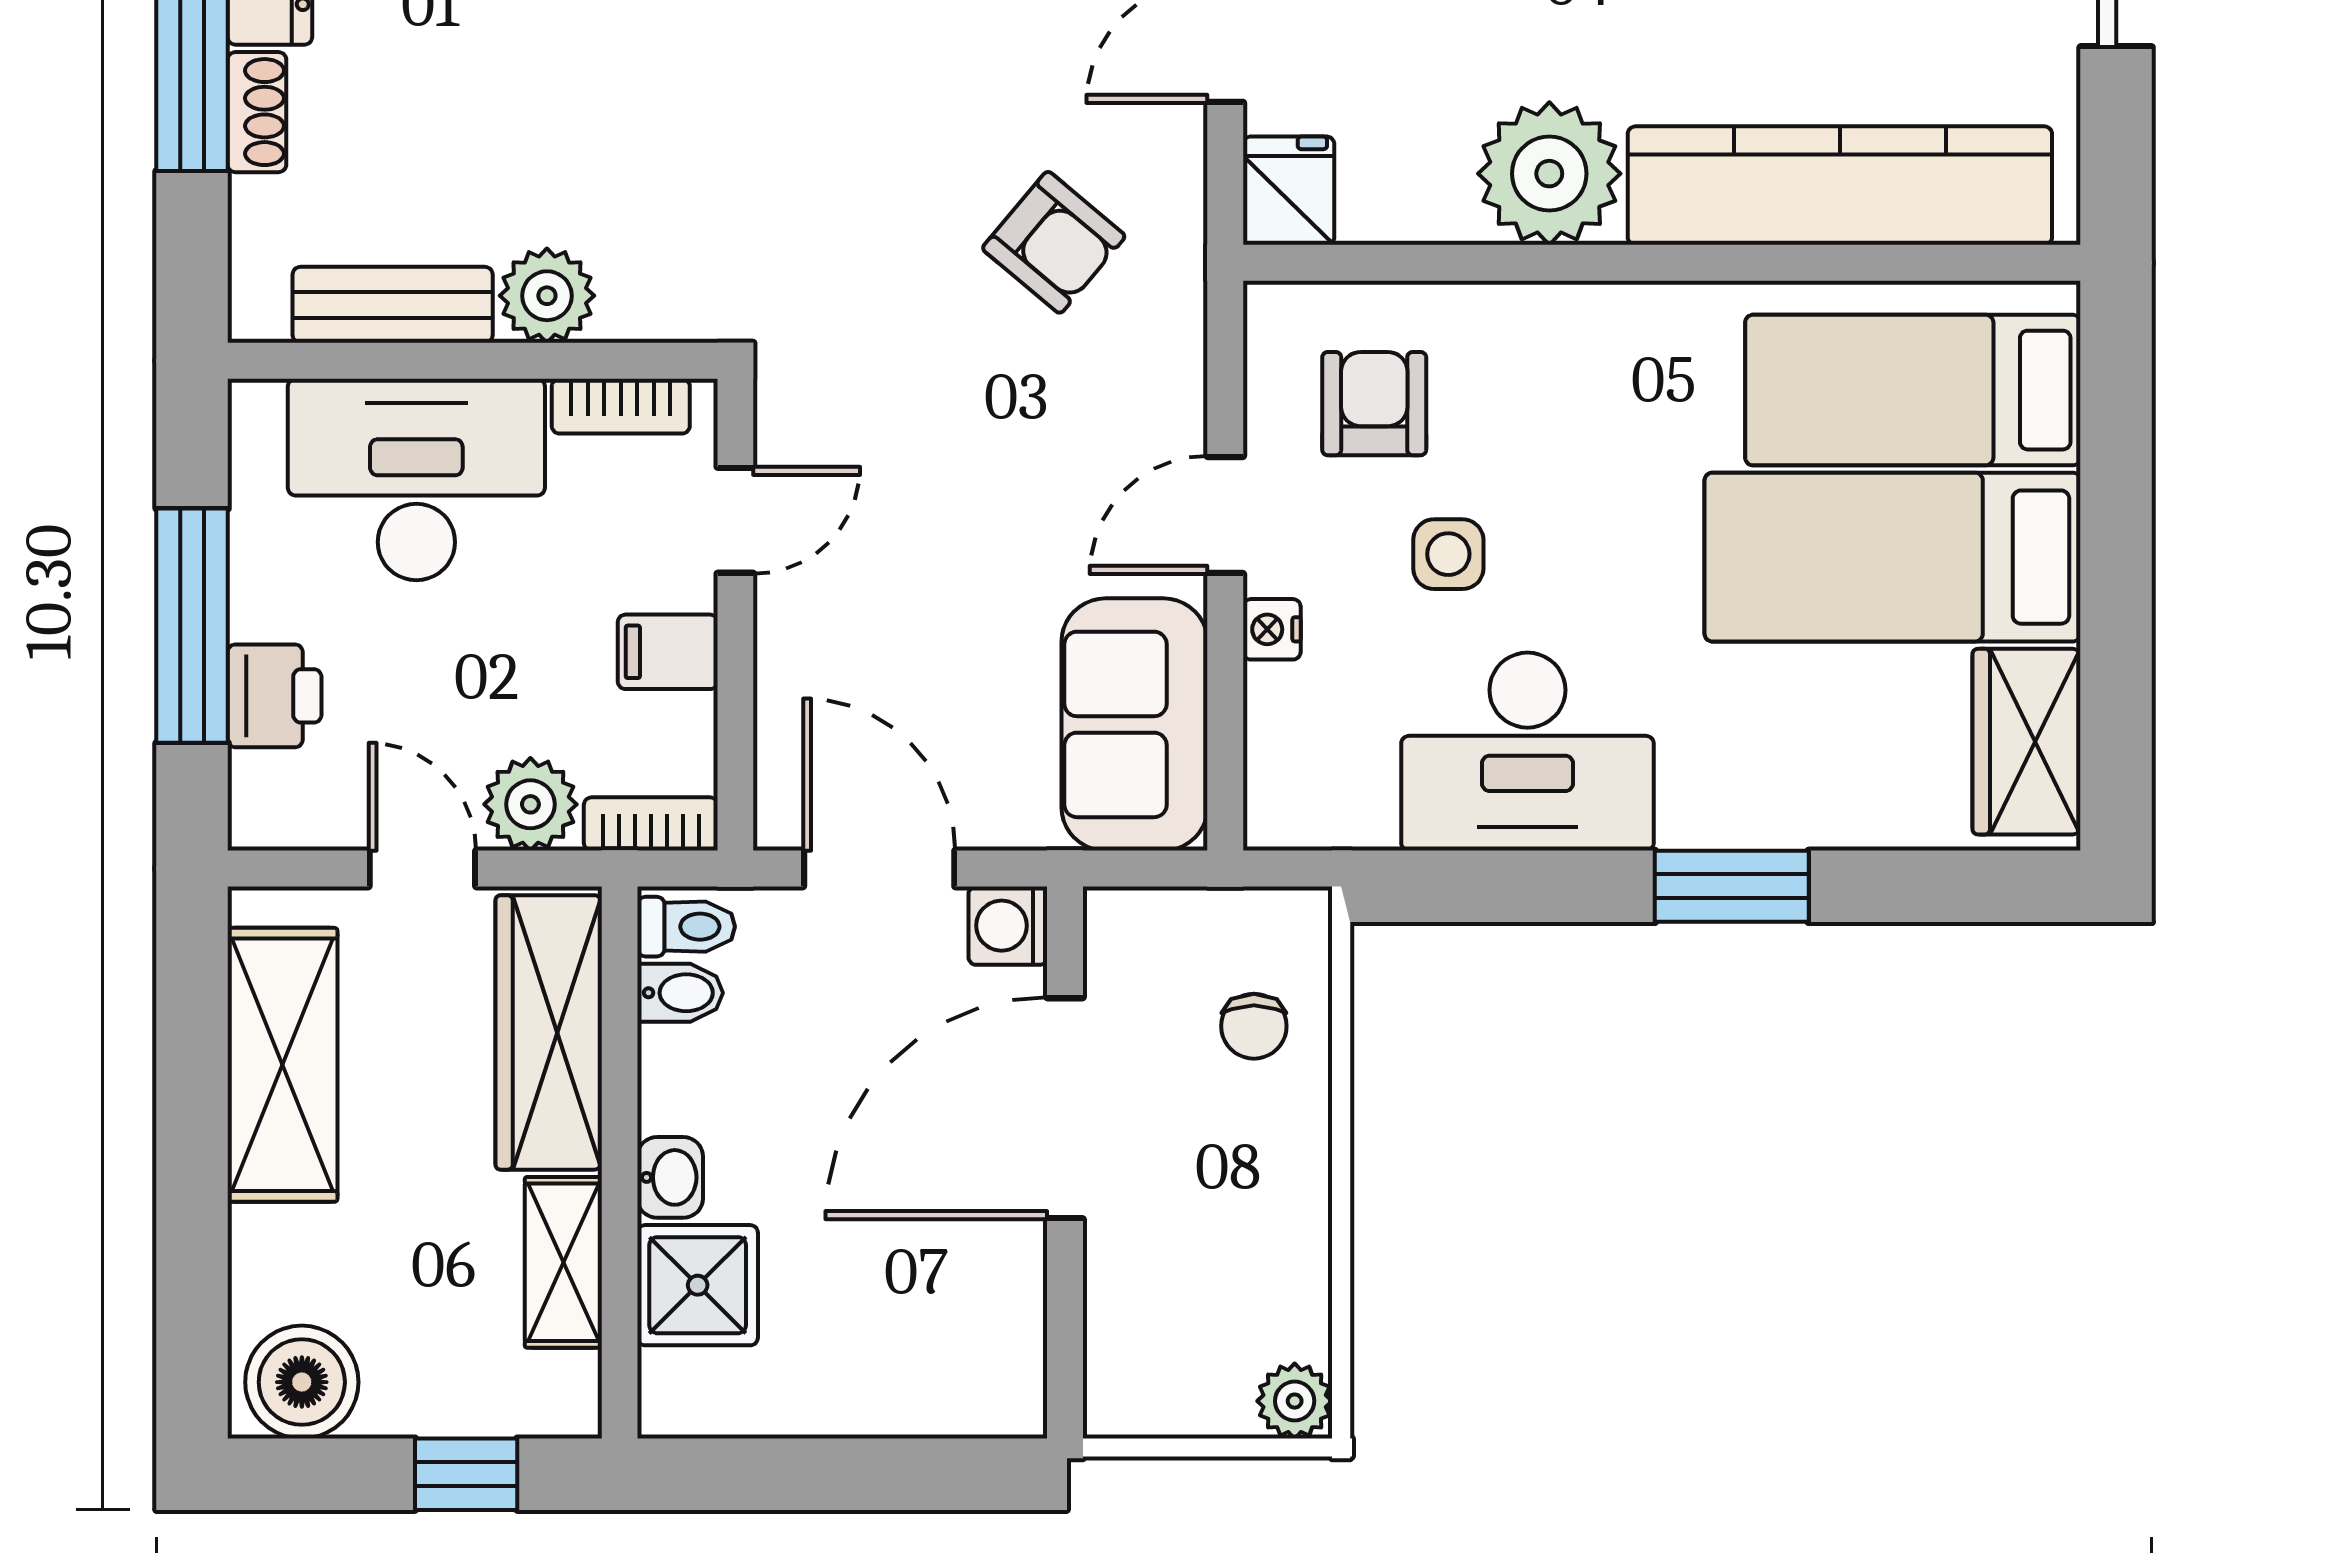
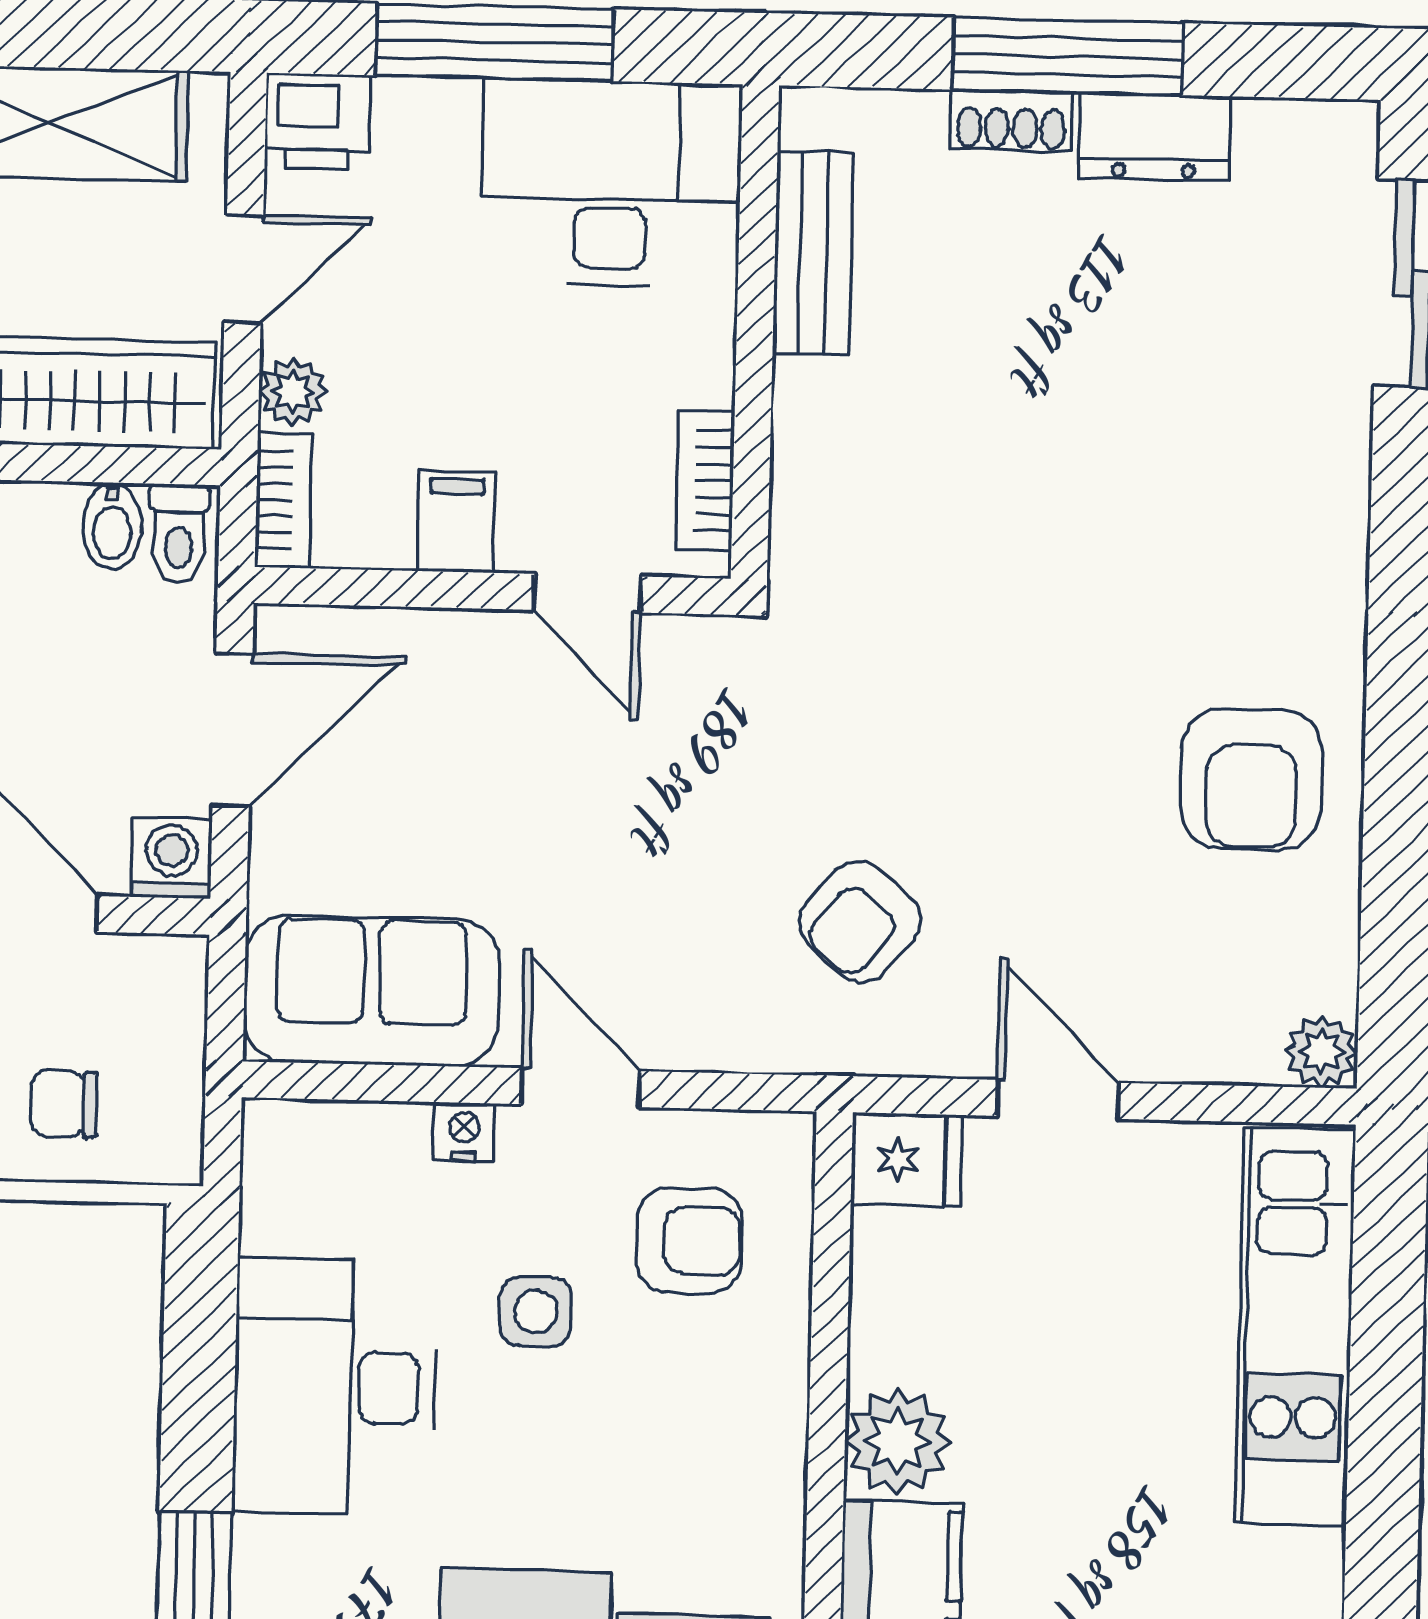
plant: (1549, 174) -> (898, 1442), width x0.73, depth x0.73
plant: (547, 296) -> (819, 409), removed
desk: (416, 479) -> (611, 183), moved, turned -90
printer: (275, 696) -> (317, 121), moved
plant: (530, 804) -> (293, 392), width x0.73, depth x0.73

